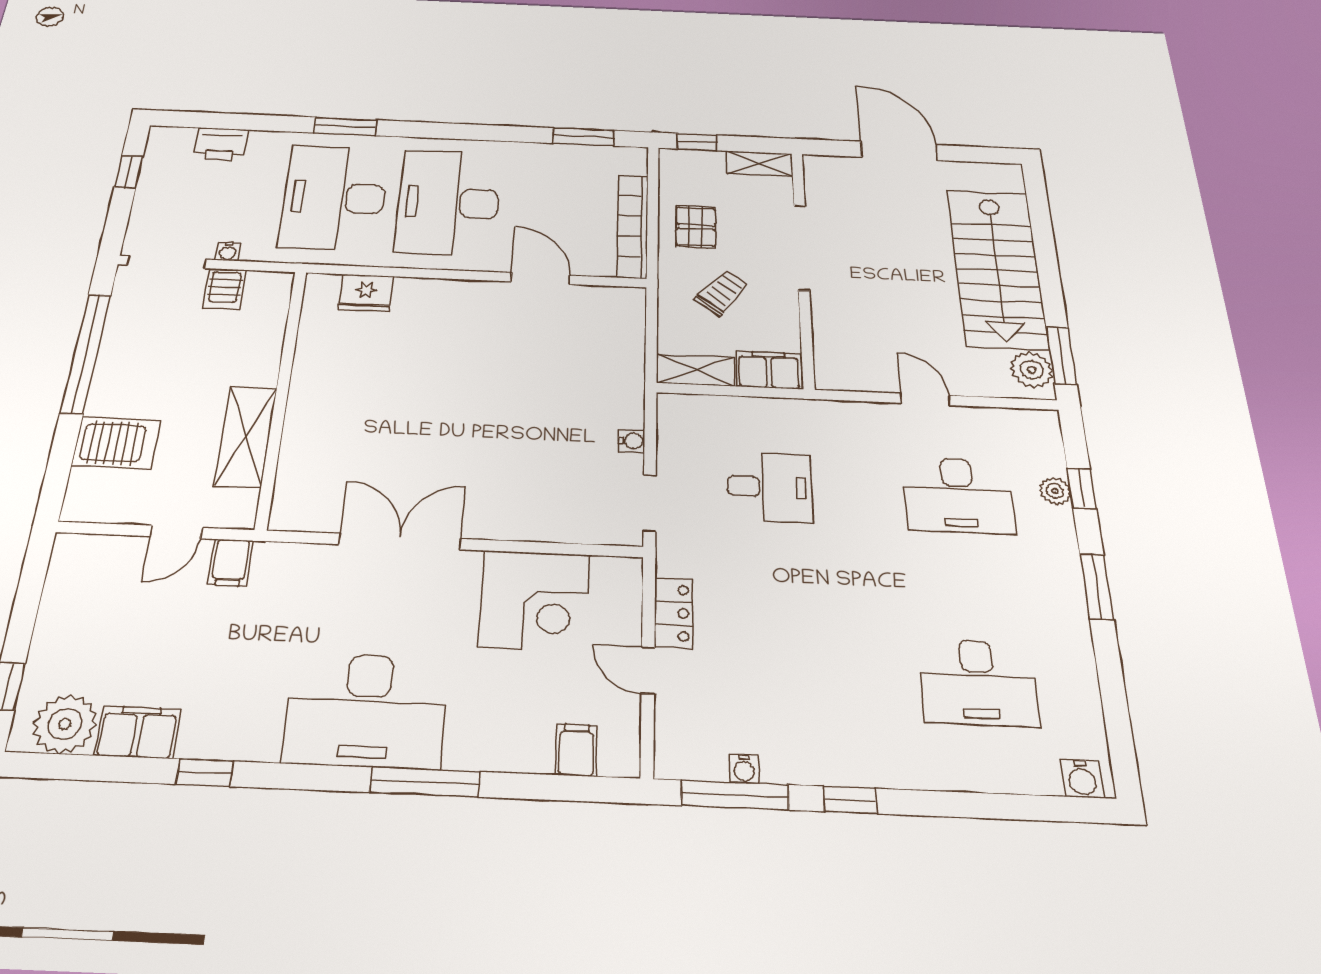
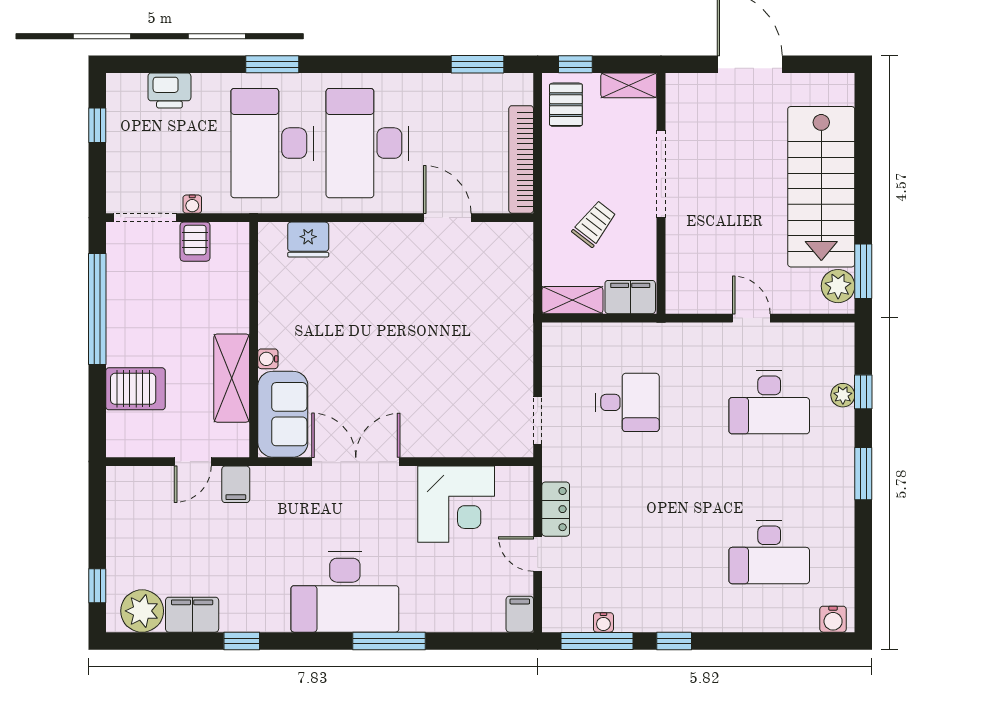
pallet: (696, 227) -> (566, 105), moved
water cooler: (632, 441) -> (268, 359), moved, turned 180
sofa: (308, 481) -> (283, 414), added
filing cabinet: (576, 750) -> (520, 614), moved

